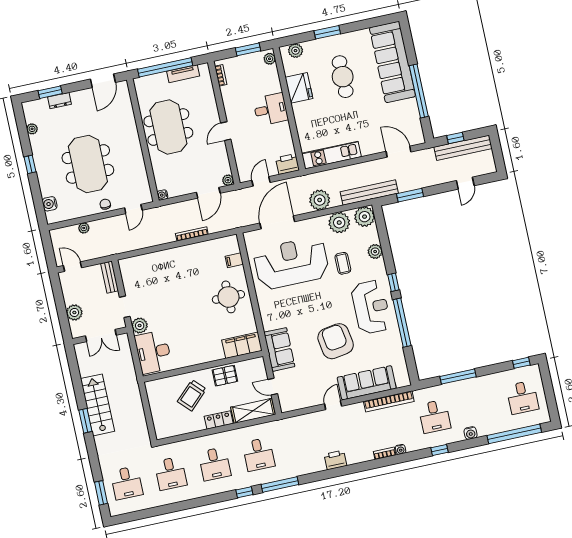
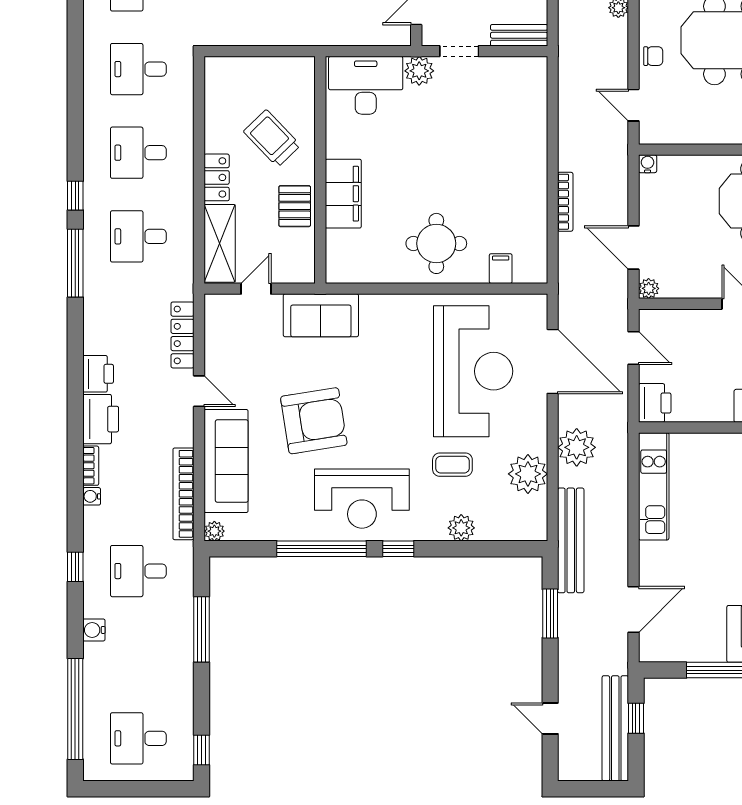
plant: (365, 217) -> (214, 531), moved, width x0.53, depth x0.53
filing cabinet: (242, 345) -> (343, 194), moved
locker: (305, 420) -> (183, 335), added
printer: (359, 453) -> (101, 419), added

